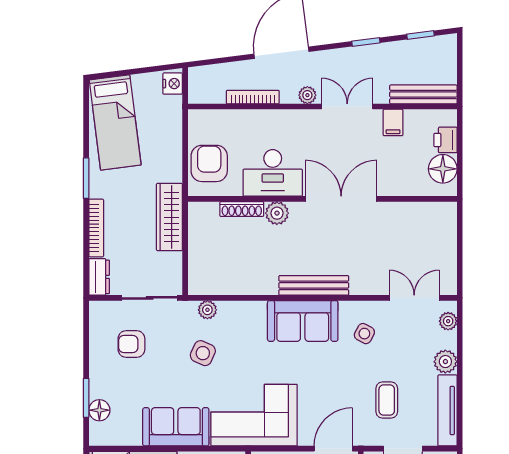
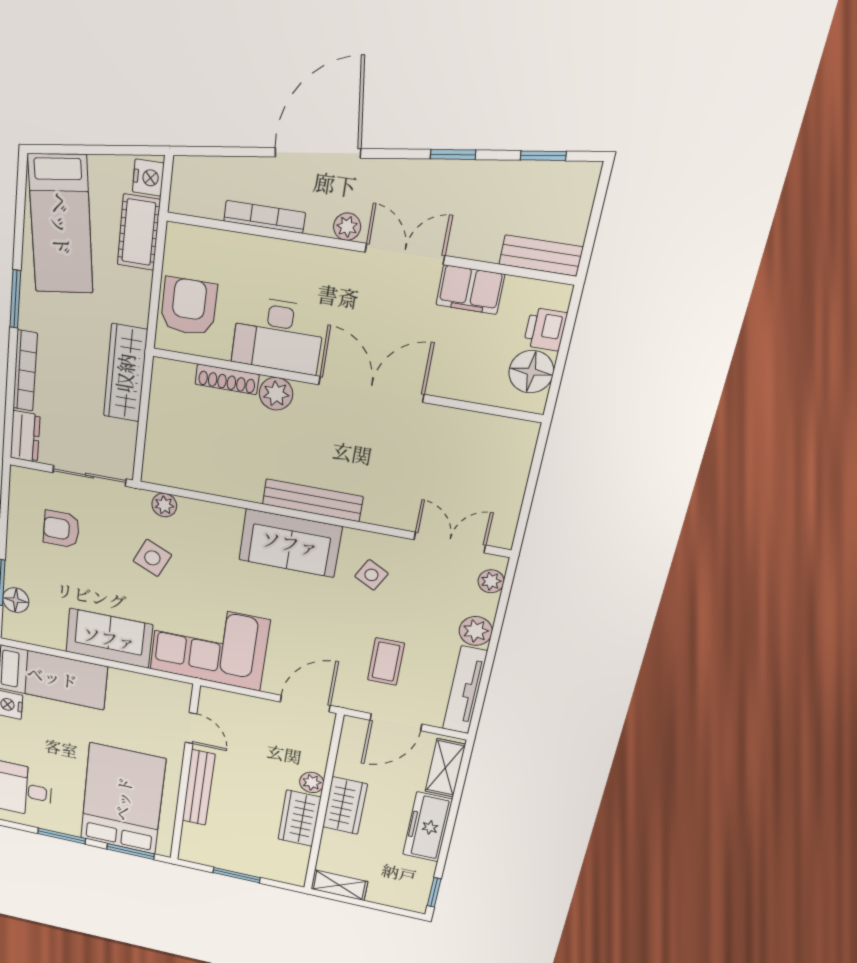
bench: (423, 94) -> (541, 256), width x0.73
cot: (170, 120) -> (139, 232), added
filing cabinet: (393, 122) -> (470, 290), width x2.00

